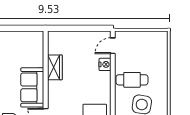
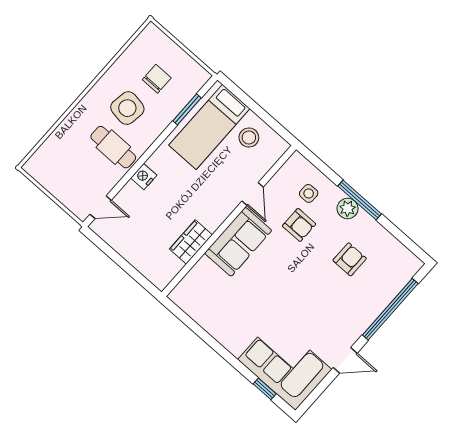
nightstand: (105, 64) -> (144, 177), moved

